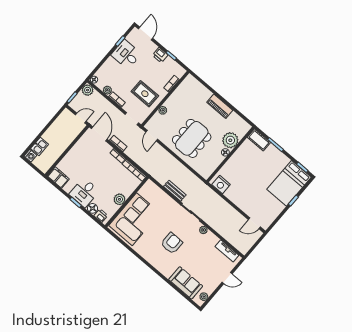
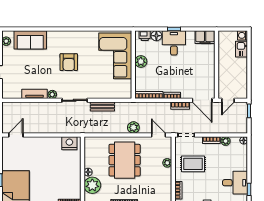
plant: (88, 90) -> (133, 127), moved
tv unit: (227, 251) -> (35, 94), moved

